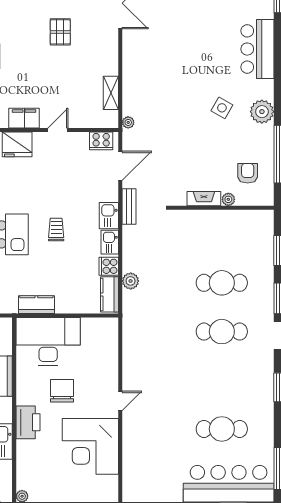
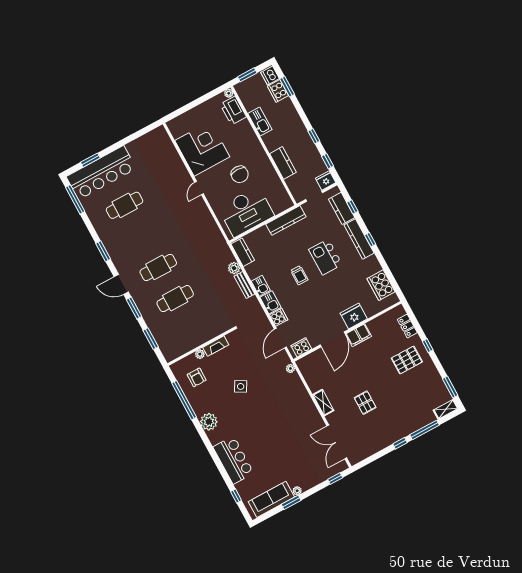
shelving: (111, 93) -> (323, 403), moved
side table: (222, 108) -> (241, 386), moved
door: (58, 130) -> (333, 339), width x1.87
bench: (129, 207) -> (244, 285), moved
cooker: (109, 266) -> (279, 317), moved
kitchen counter: (36, 305) -> (286, 220), width x1.50
desk: (48, 341) -> (246, 212), moved
printer: (28, 422) -> (233, 110), moved

